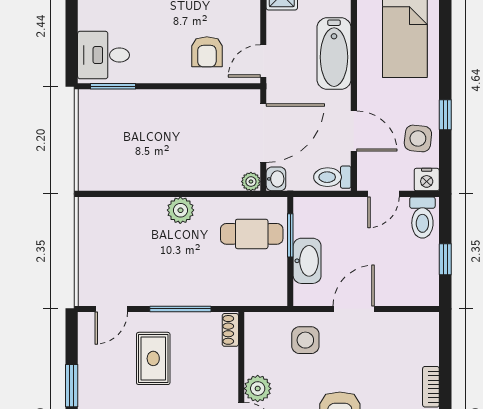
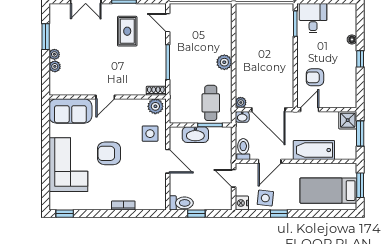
door: (263, 61) -> (310, 110), hinge flipped
toilet: (422, 218) -> (181, 203), moved, turned 180
rug: (153, 358) -> (127, 31), moved, turned 90
plant: (258, 389) -> (155, 106), moved

